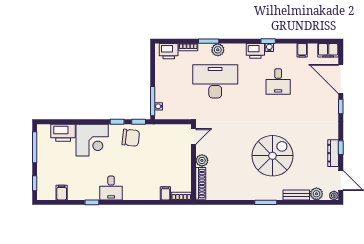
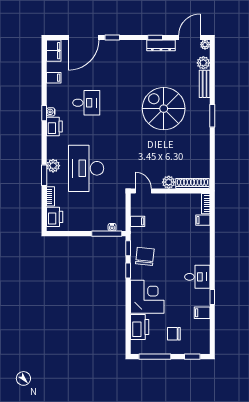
filing cabinet: (164, 131) -> (138, 221), added
chair: (57, 166) -> (174, 334), added
filing cabinet: (62, 193) -> (202, 313), moved

